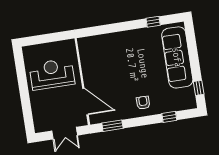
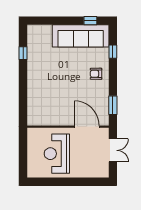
sofa: (177, 57) -> (81, 36), moved
door: (85, 102) -> (87, 127), hinge flipped

